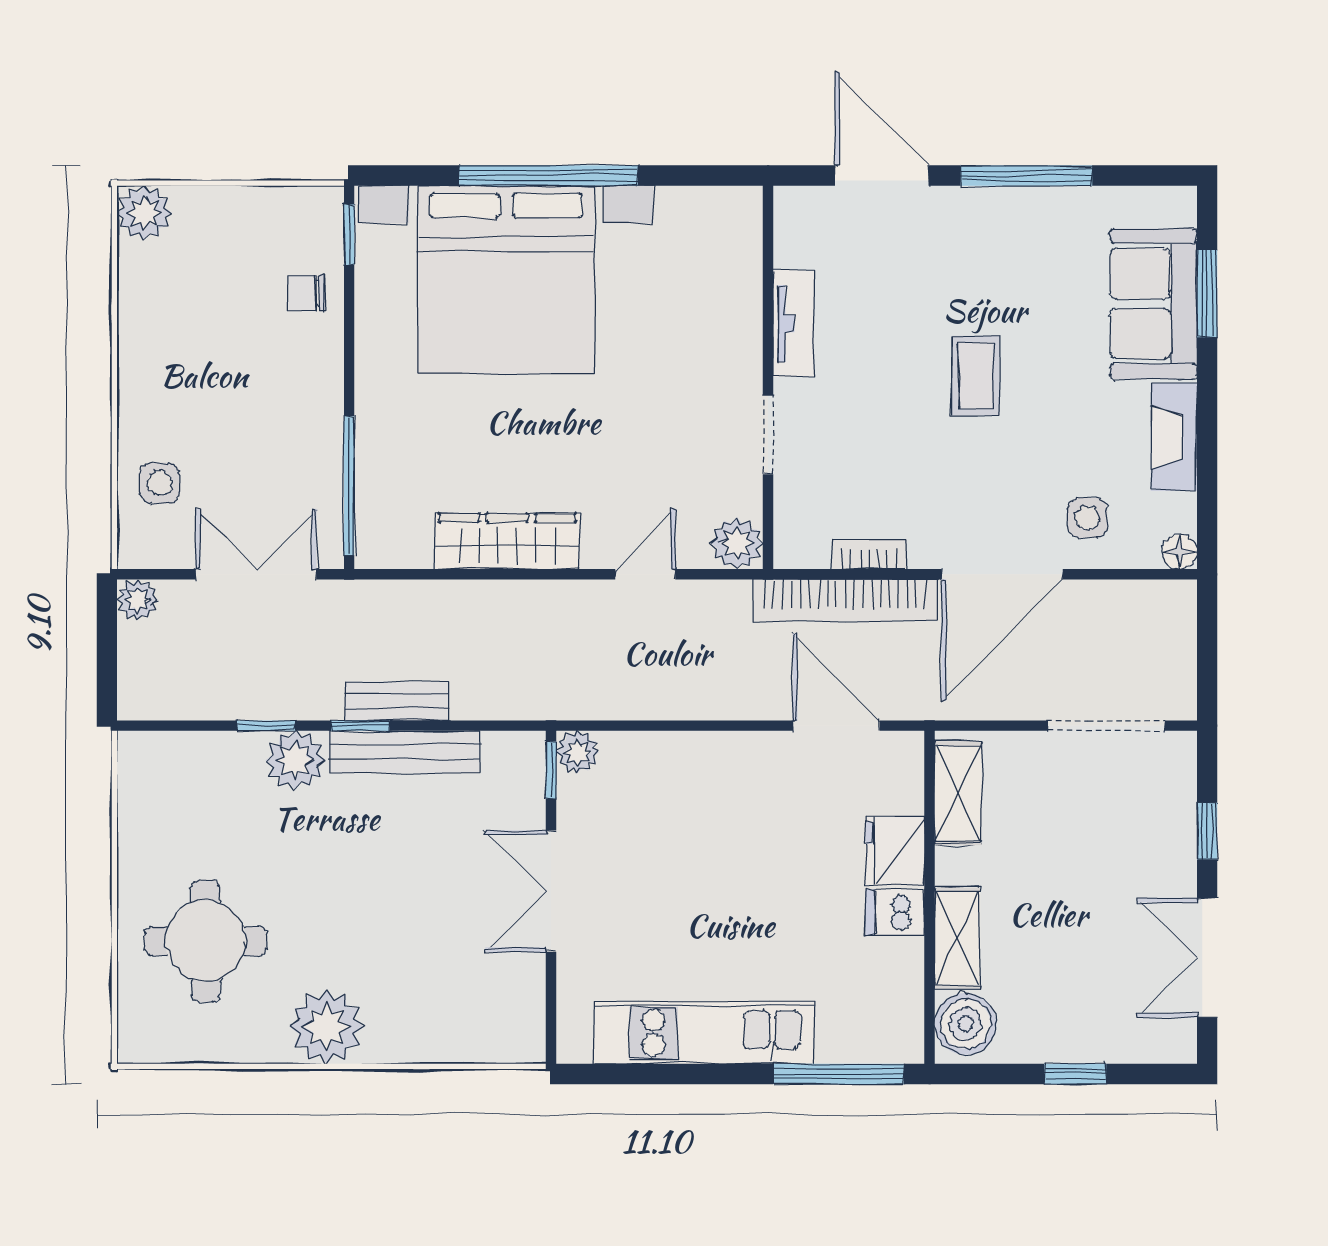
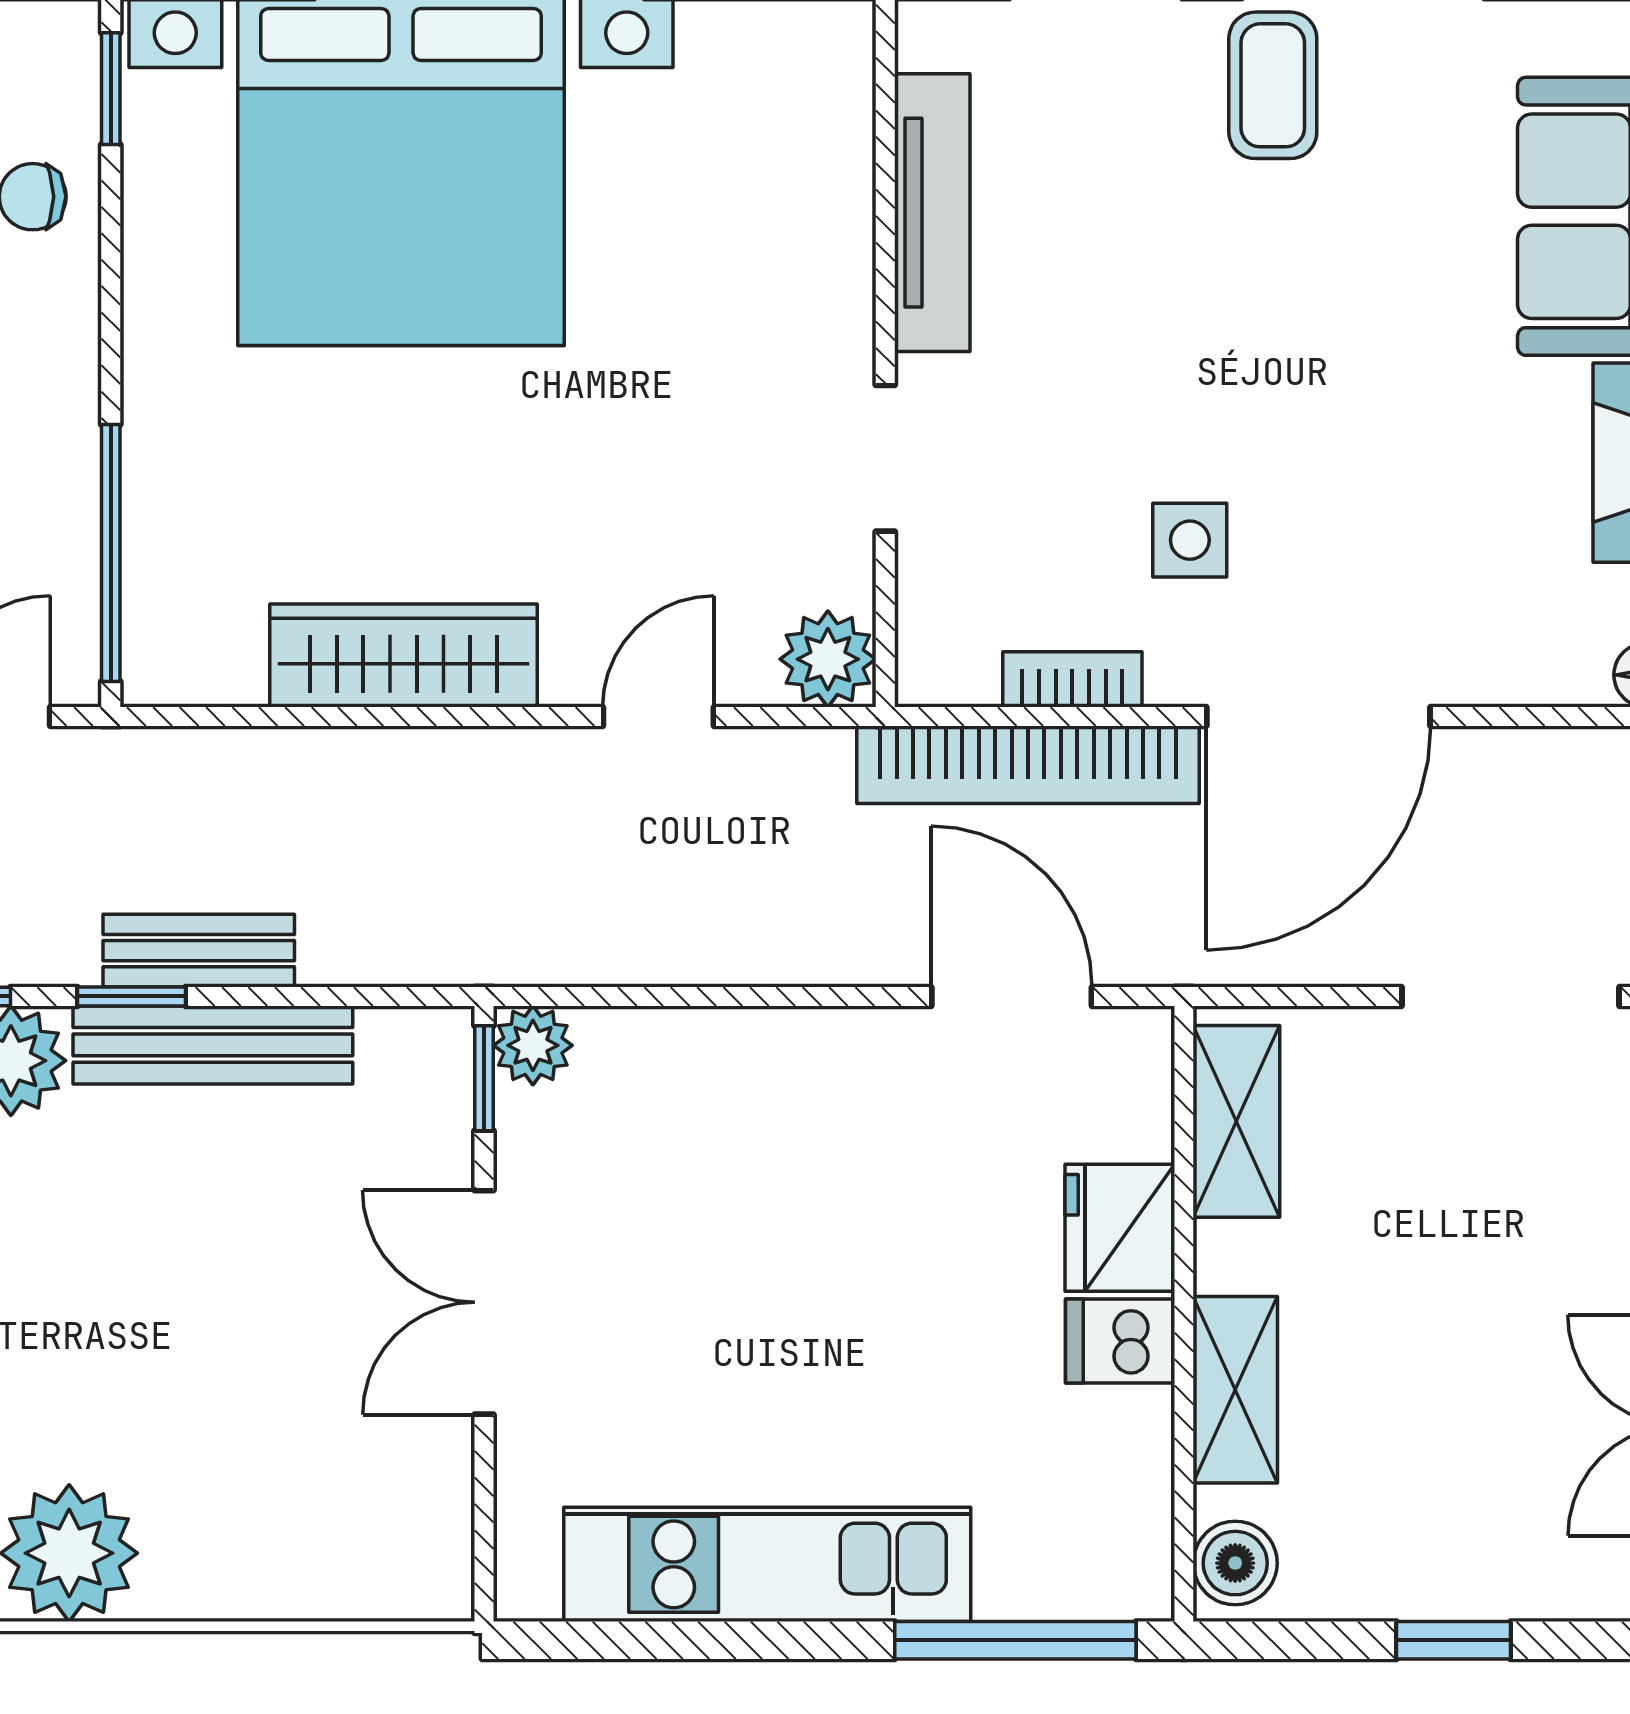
tv unit: (793, 324) -> (932, 213), width x1.41
coffee table: (976, 376) -> (1273, 85), moved
side table: (1087, 518) -> (1190, 540), moved
boiler: (966, 1024) -> (1235, 1563), width x0.73, depth x0.73

